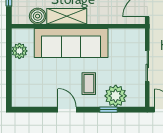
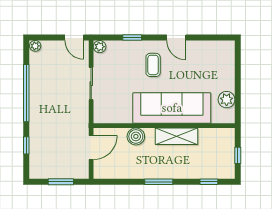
boiler: (38, 16) -> (136, 136), moved
plant: (116, 96) -> (100, 47), moved, width x0.53, depth x0.53

